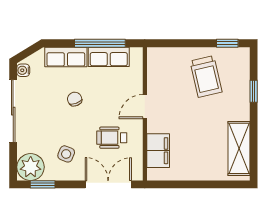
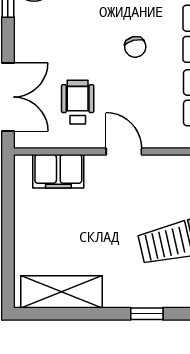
chair: (75, 99) -> (135, 47), turned 97
side table: (66, 154) -> (53, 34), removed

